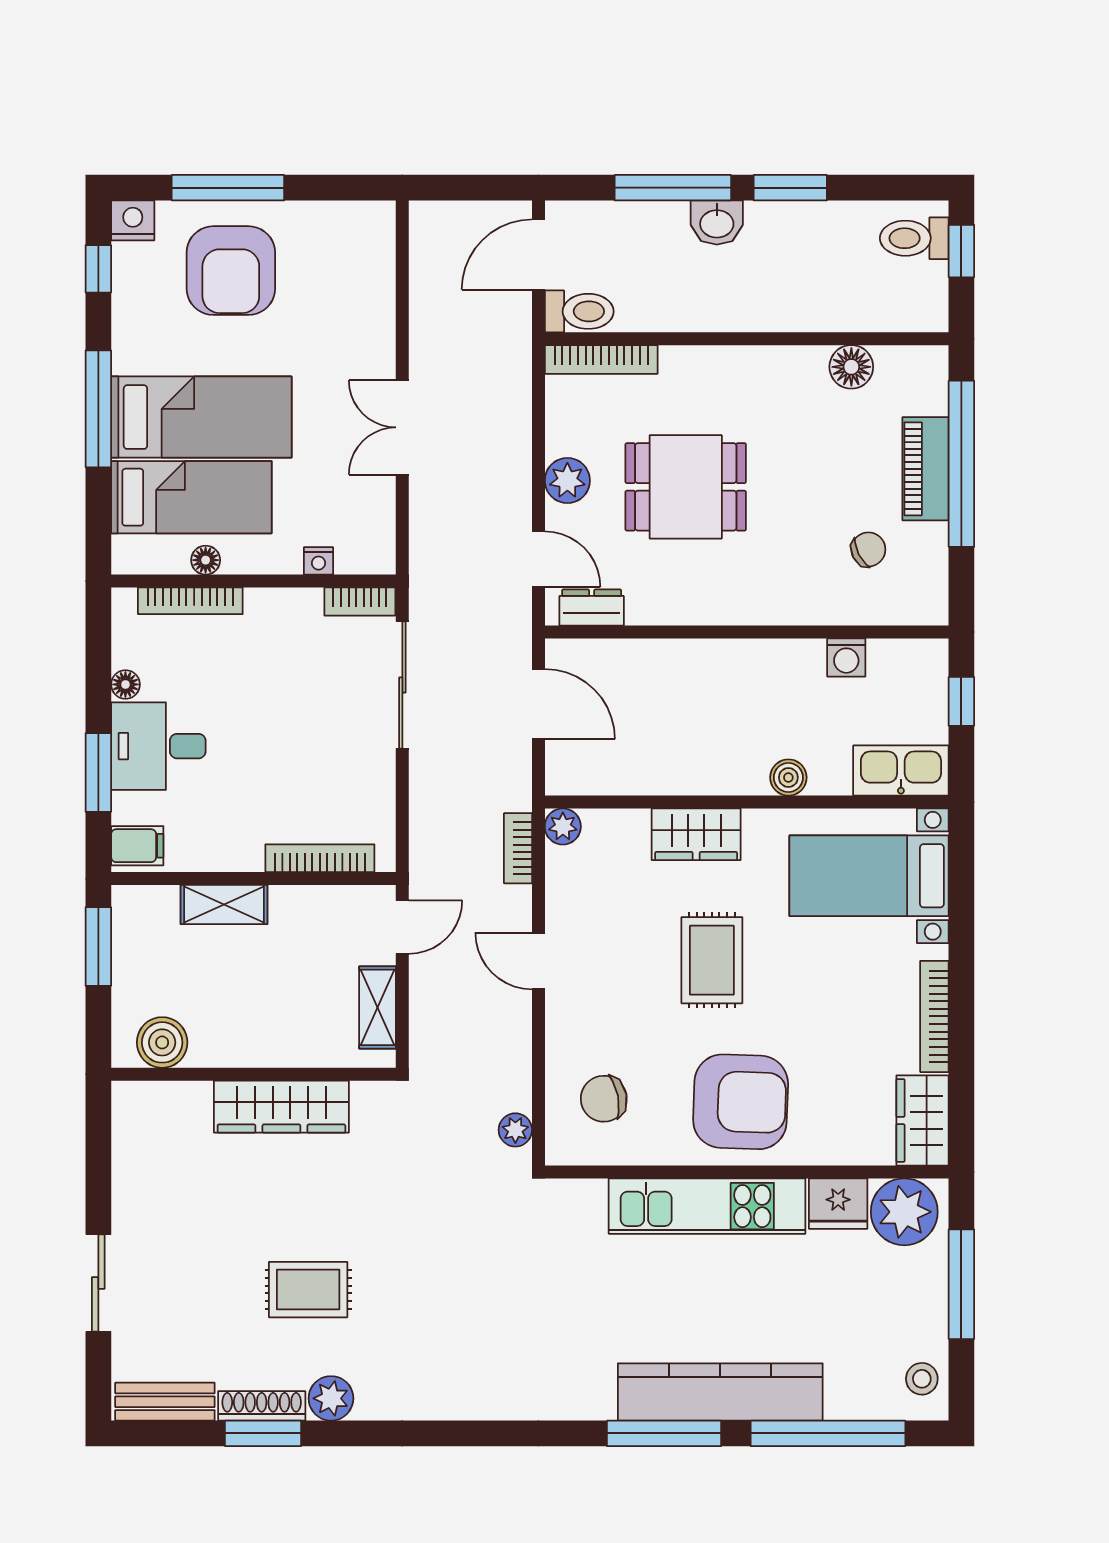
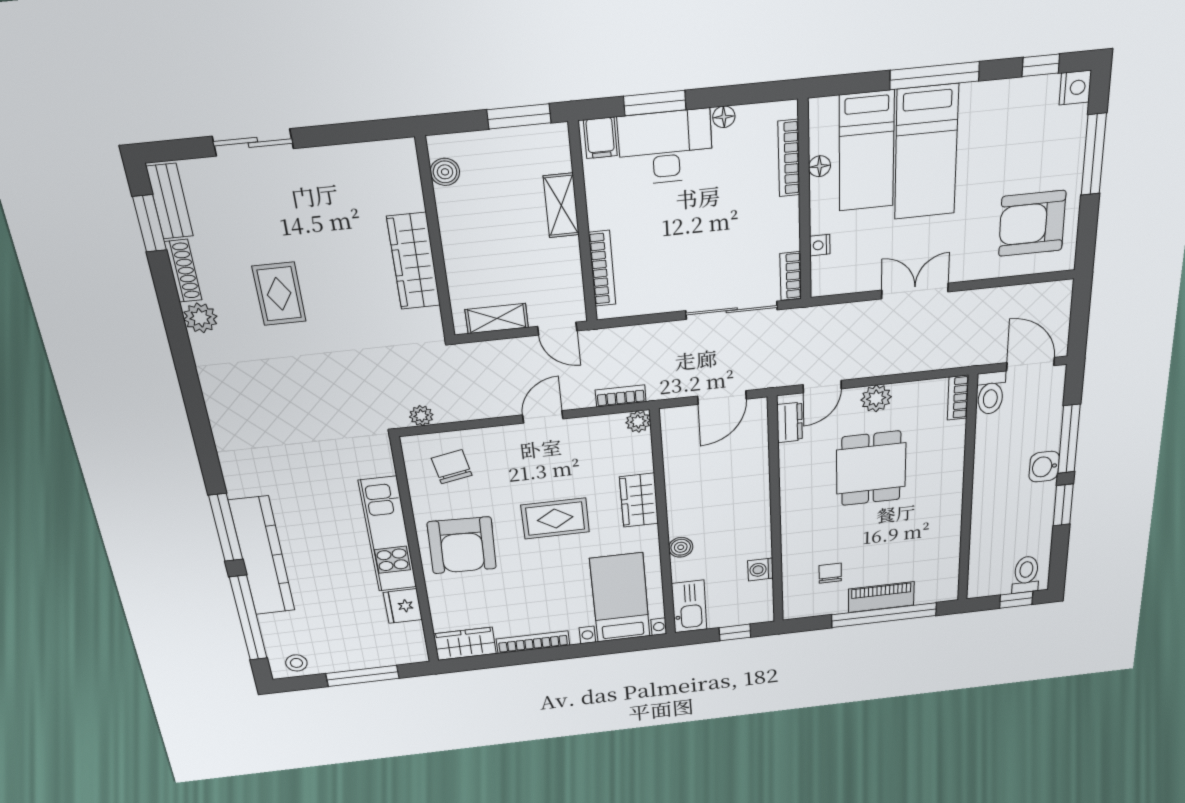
armchair: (231, 271) -> (1032, 223), moved
bookcase: (601, 359) -> (958, 398), width x0.64
floor lamp: (851, 367) -> (947, 551), removed
chair: (868, 549) -> (830, 573), turned -153
desk: (158, 746) -> (665, 147), width x1.37
boiler: (162, 1042) -> (445, 172), width x0.73, depth x0.73
plant: (904, 1212) -> (404, 641), removed
window: (263, 1433) -> (150, 223), moved

